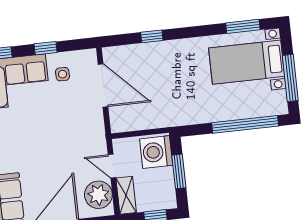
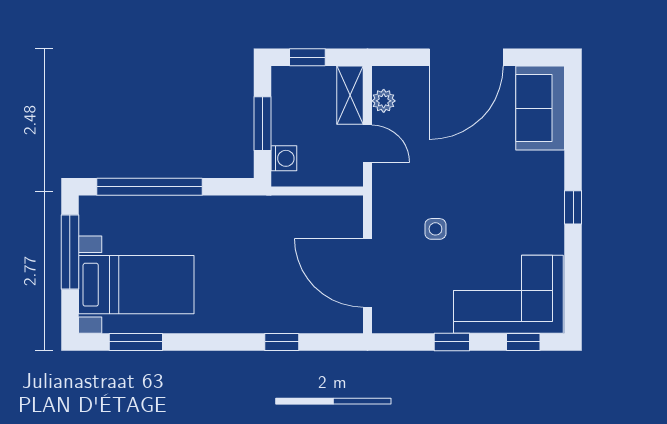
side table: (62, 74) -> (435, 229), moved
washing machine: (156, 152) -> (284, 158), width x0.53, depth x0.53
plant: (98, 195) -> (384, 101), width x0.53, depth x0.53

